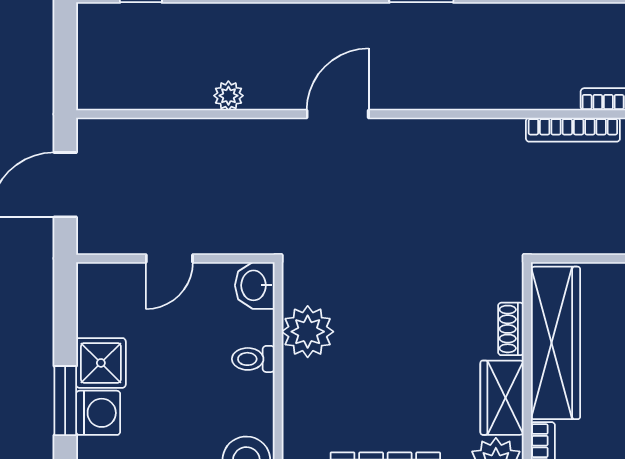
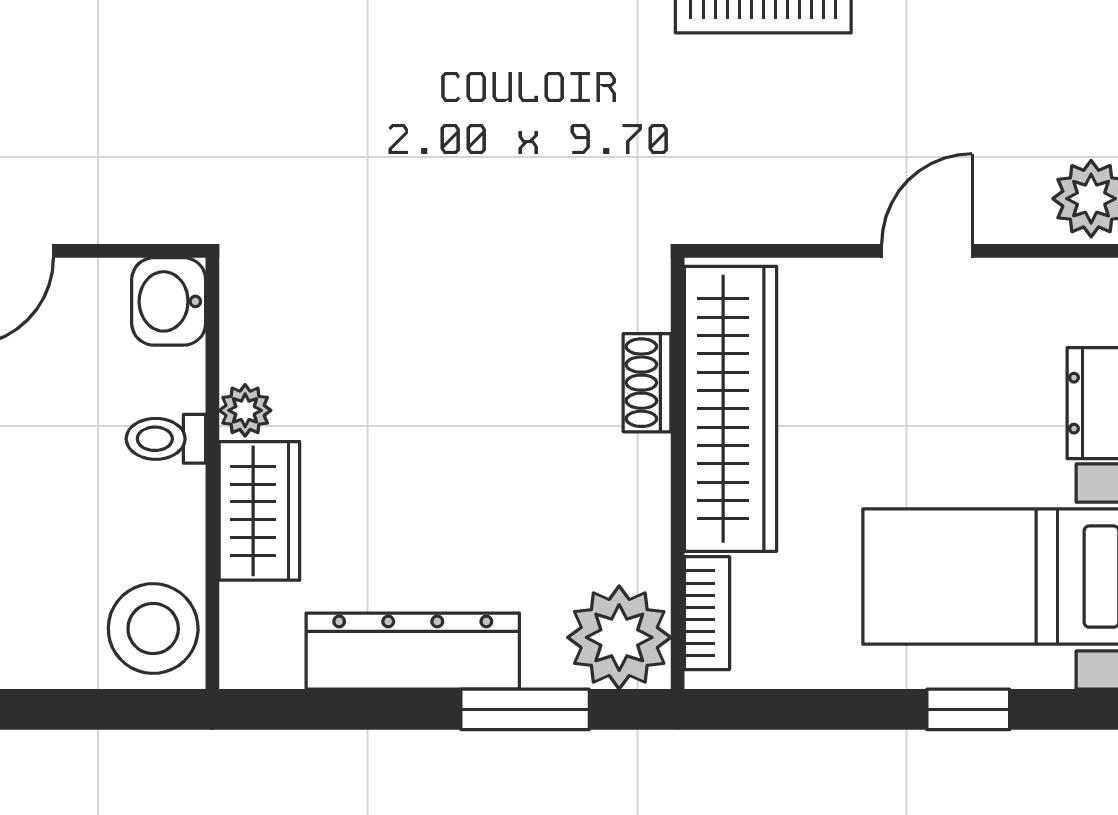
plant: (308, 332) -> (245, 410), width x0.53, depth x0.53
wardrobe: (502, 398) -> (259, 511), moved, turned 180

